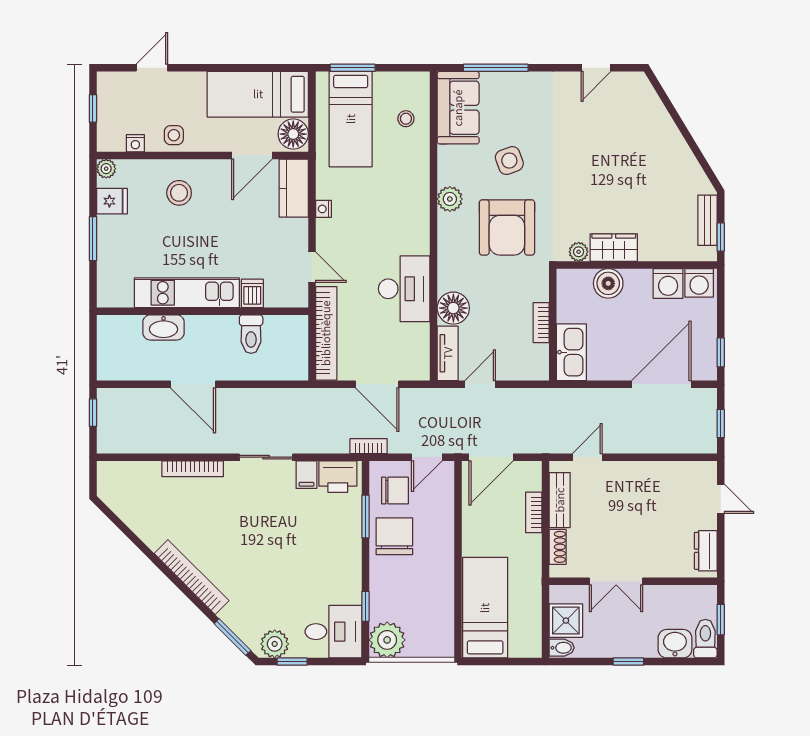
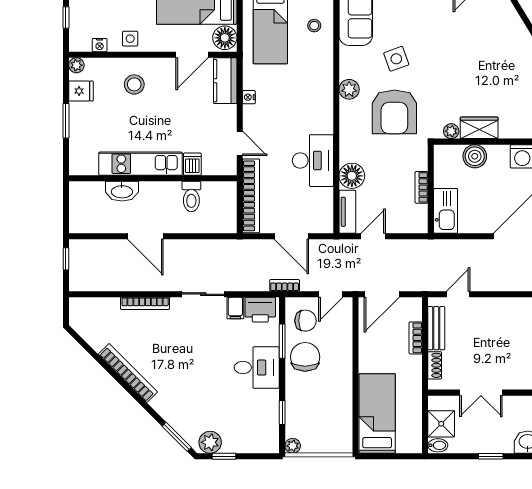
bookcase: (192, 577) -> (128, 373), moved
desk: (333, 632) -> (257, 368), moved
plant: (387, 640) -> (293, 446), width x0.53, depth x0.53

